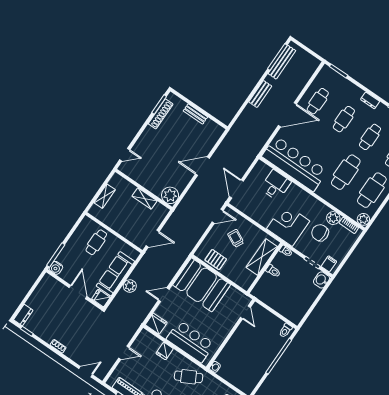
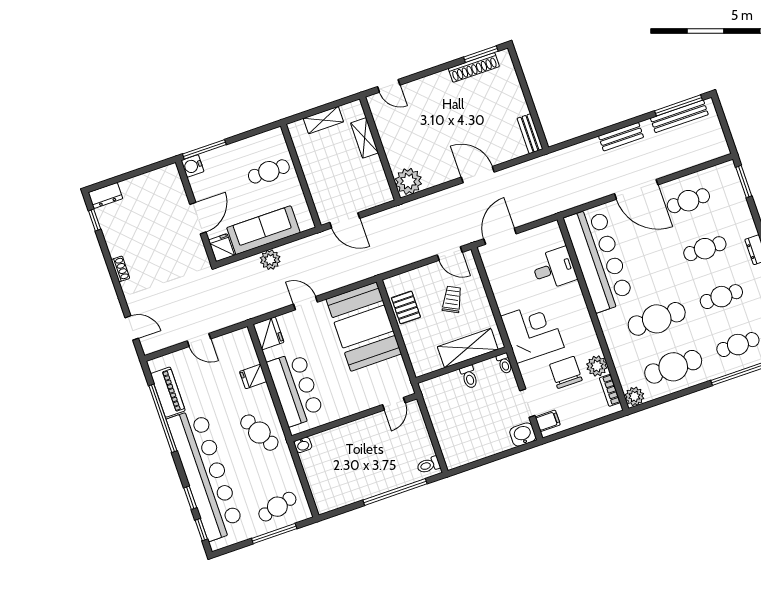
bench: (195, 114) -> (530, 134), moved
shelving: (145, 198) -> (365, 138), moved

